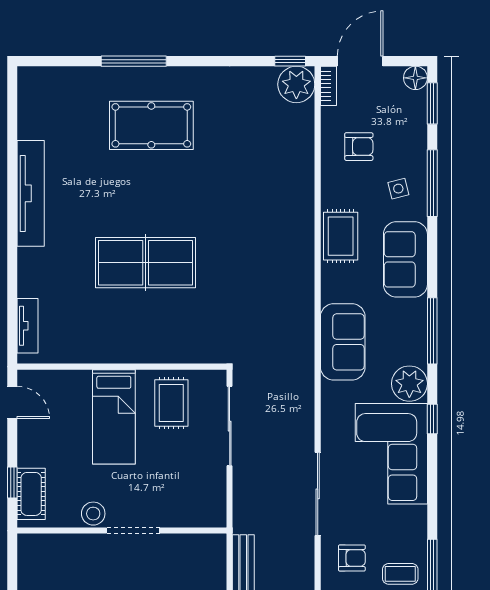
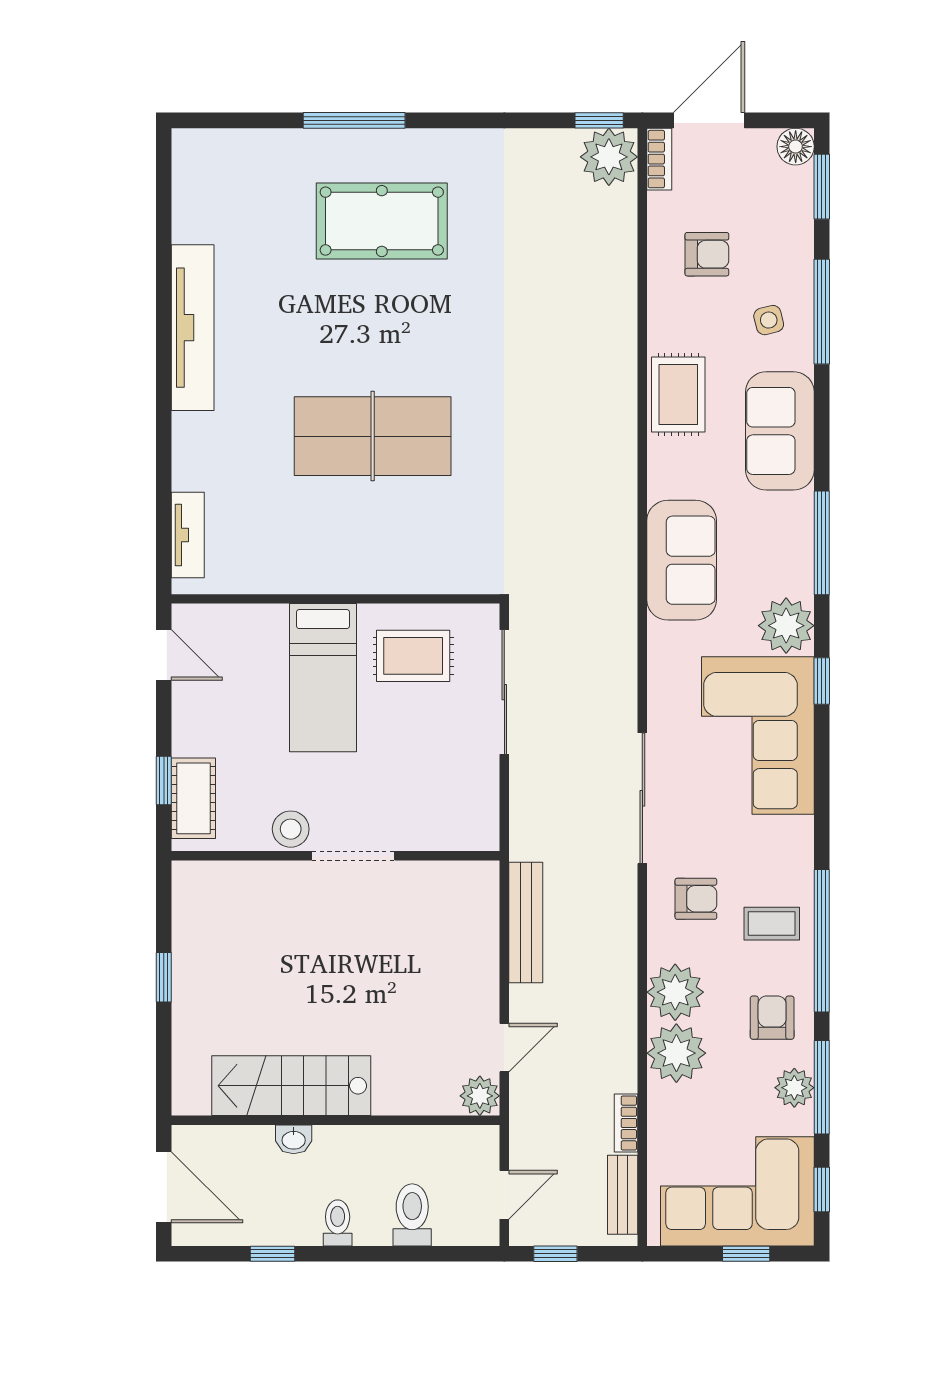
rug: (171, 403) -> (413, 656), turned 90

